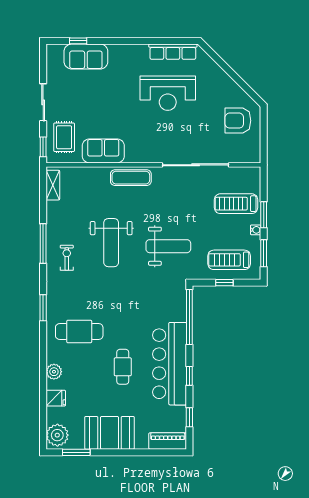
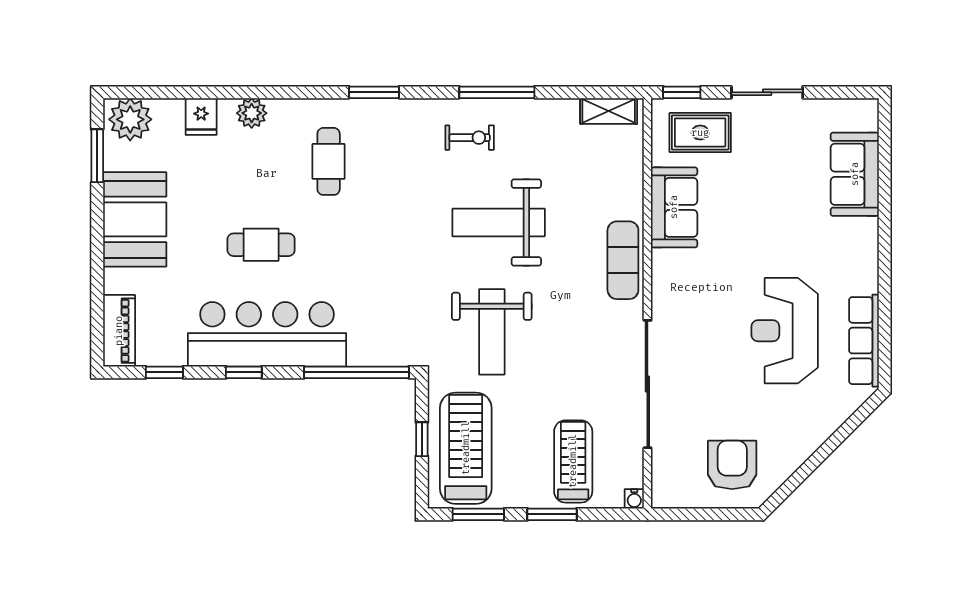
window: (78, 41) -> (885, 159), removed
water cooler: (256, 230) -> (634, 499), moved
treadmill: (229, 260) -> (466, 448), width x1.37, depth x1.38
cafe table: (79, 331) -> (329, 161), width x0.73, depth x0.74

